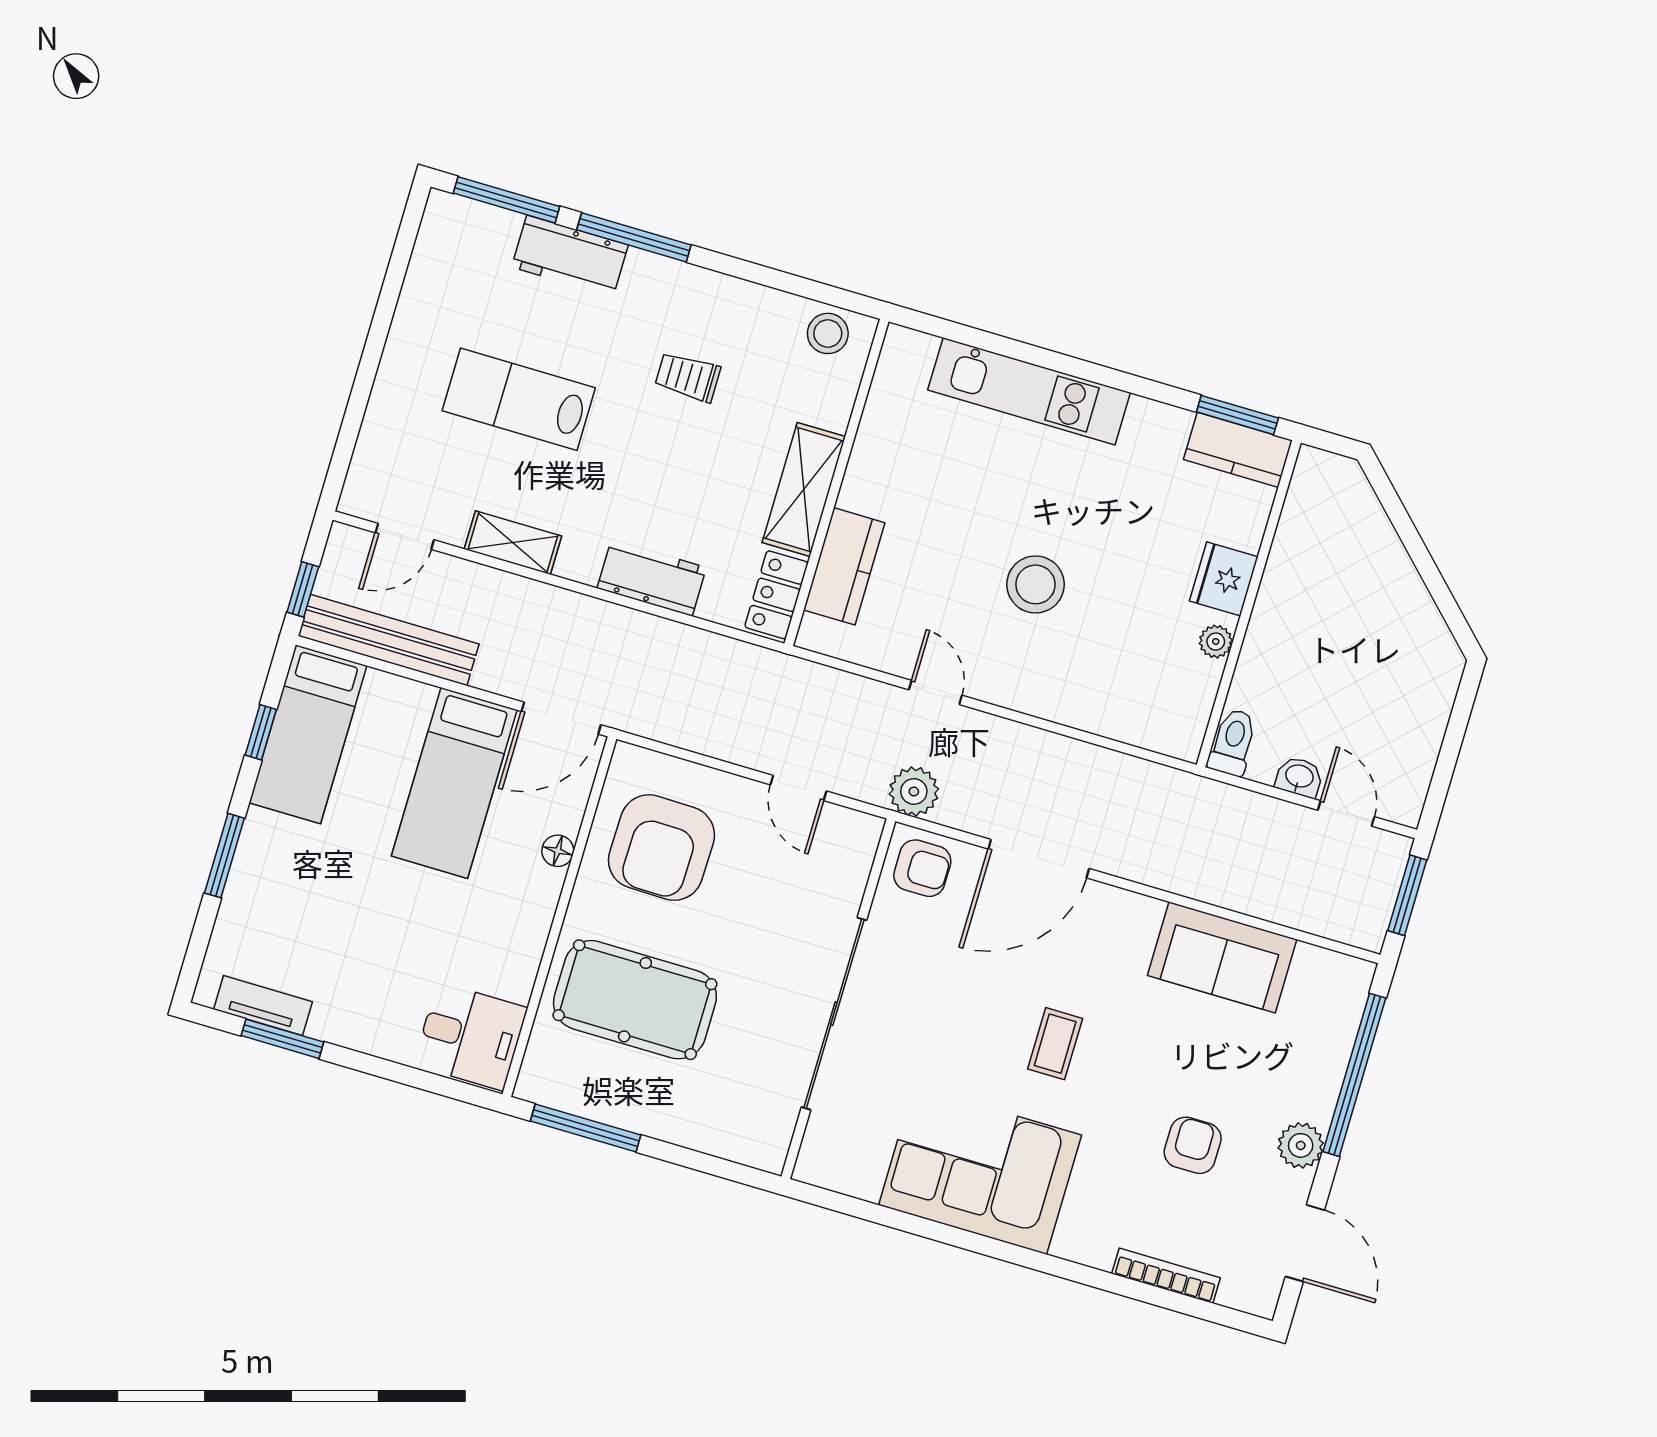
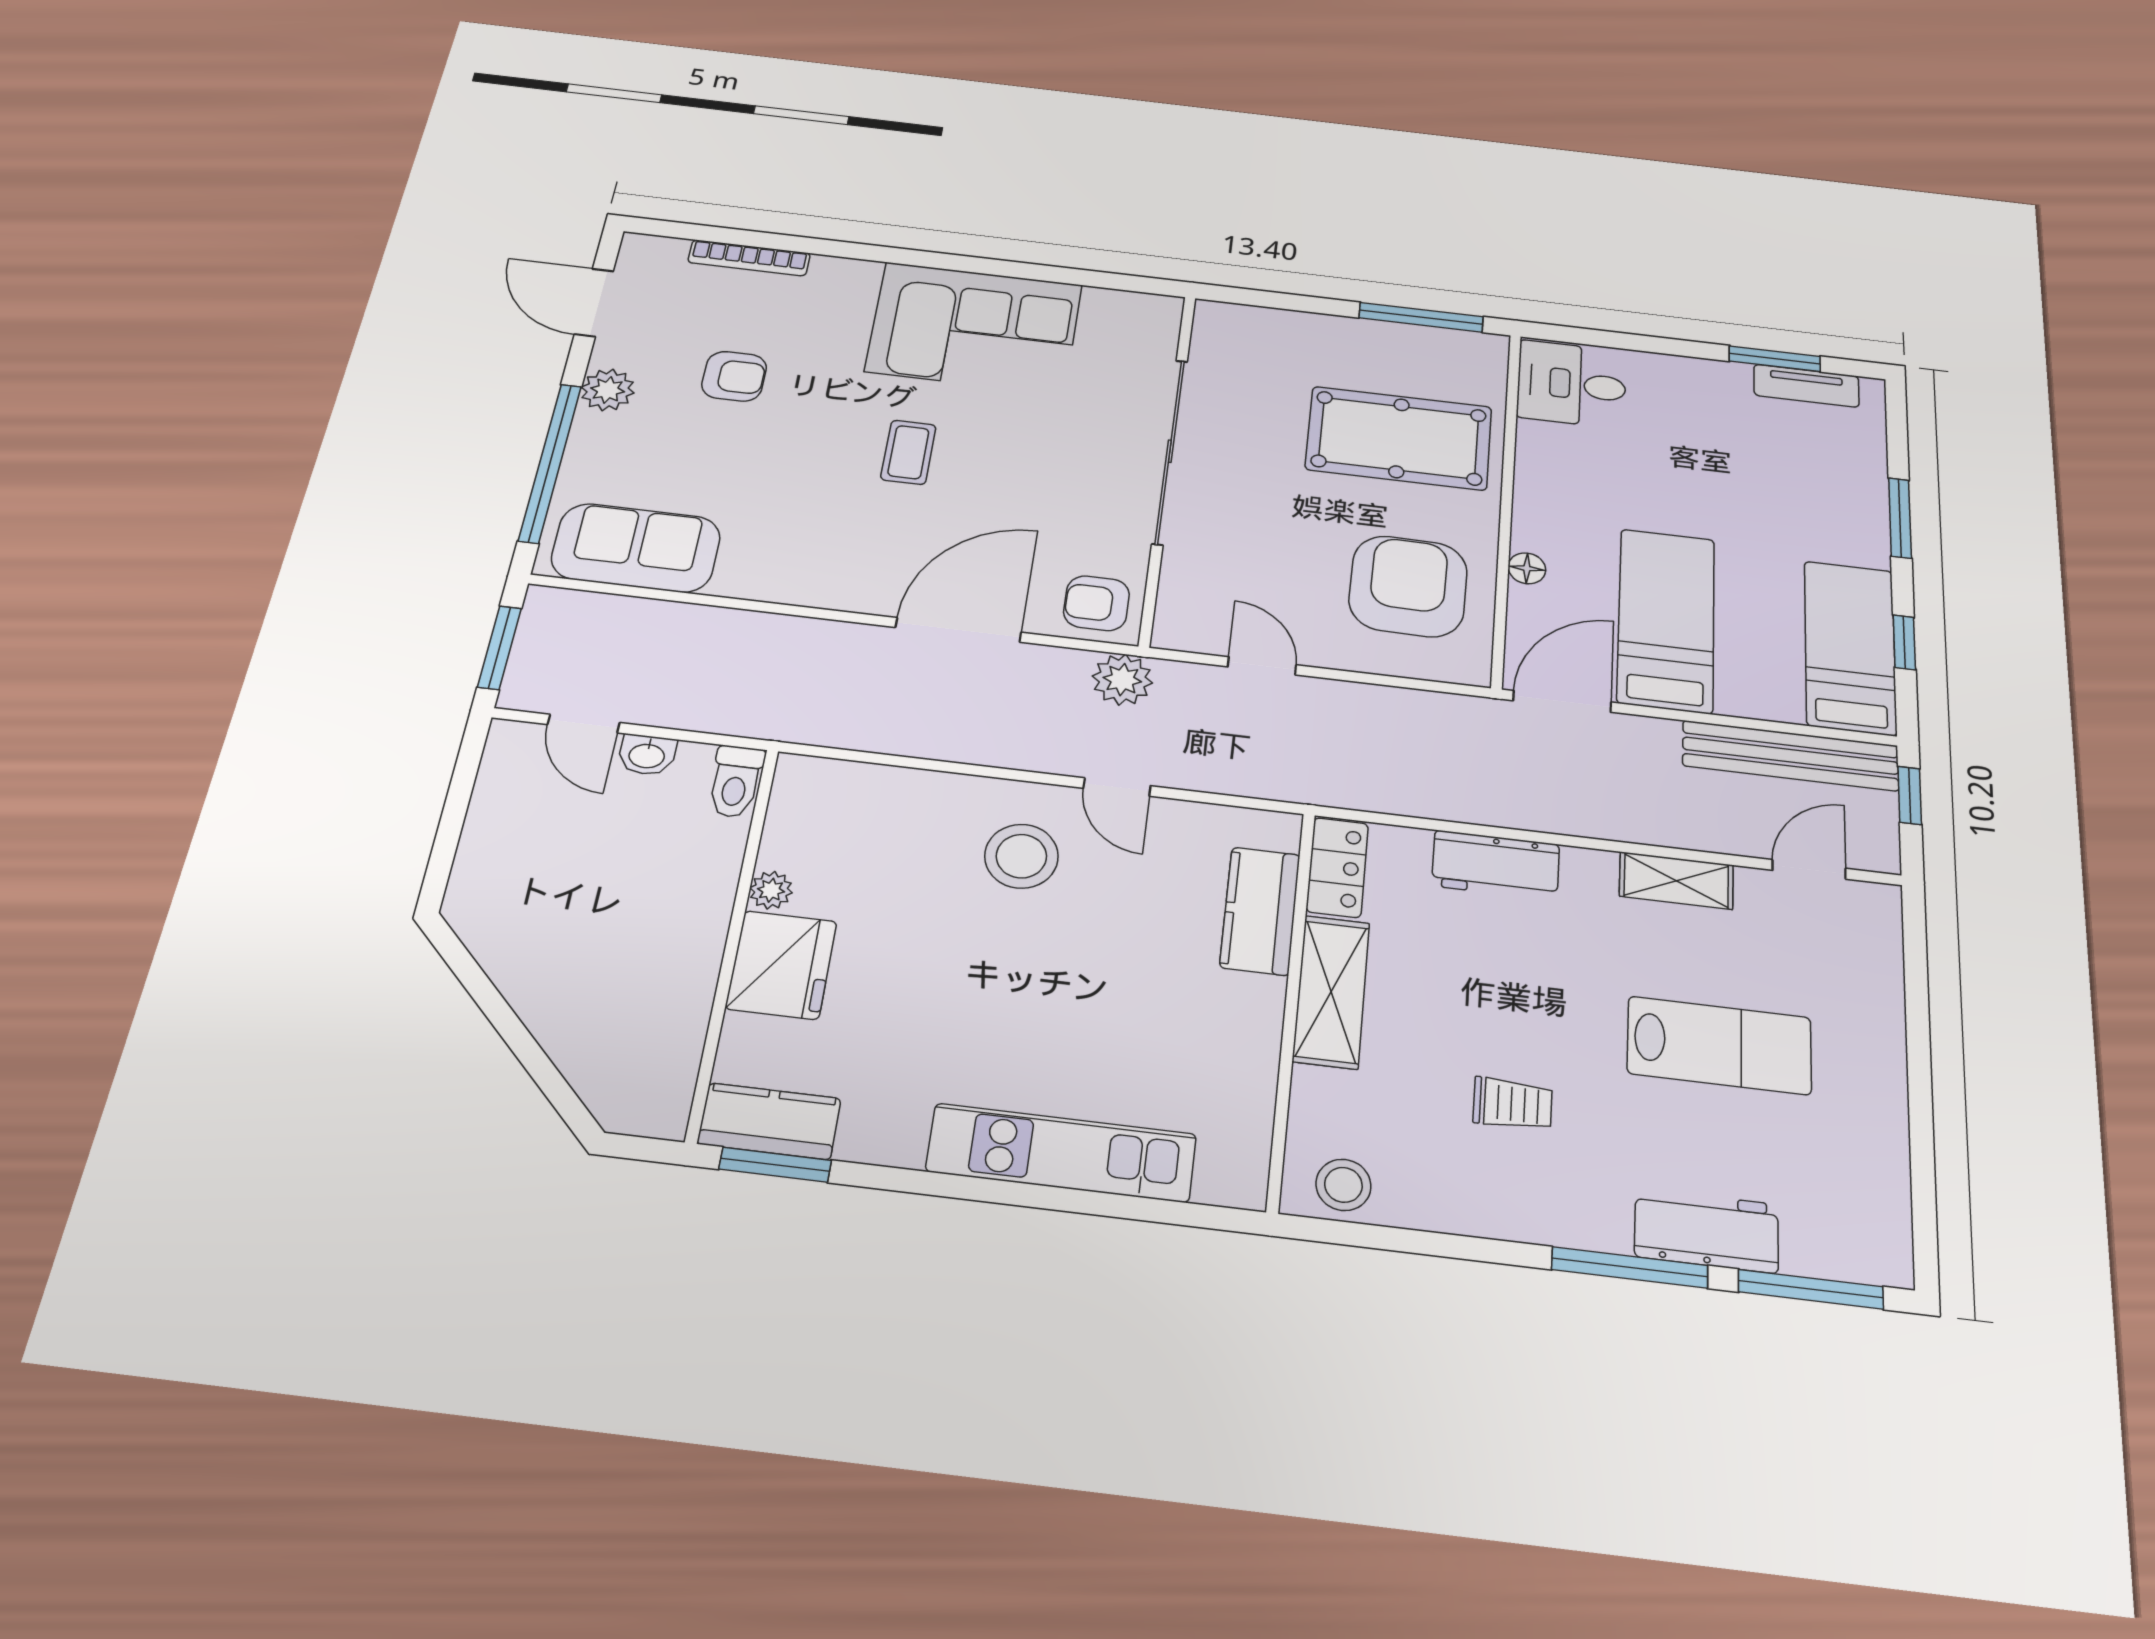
fridge: (1224, 579) -> (781, 965), width x1.36, depth x1.34
stool: (1035, 584) -> (1021, 856), moved
sofa: (1222, 957) -> (636, 548), moved
armchair: (1193, 1145) -> (734, 376), turned -90

